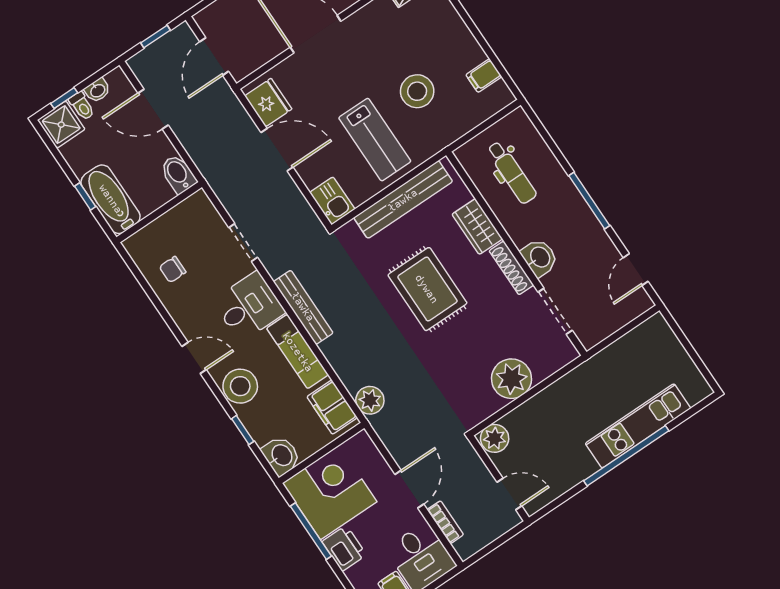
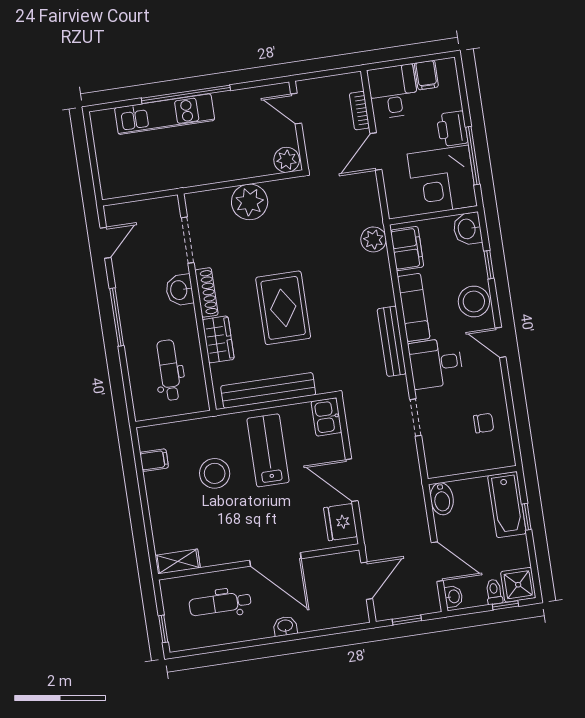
washbasin: (97, 90) -> (453, 596), moved, turned 90

